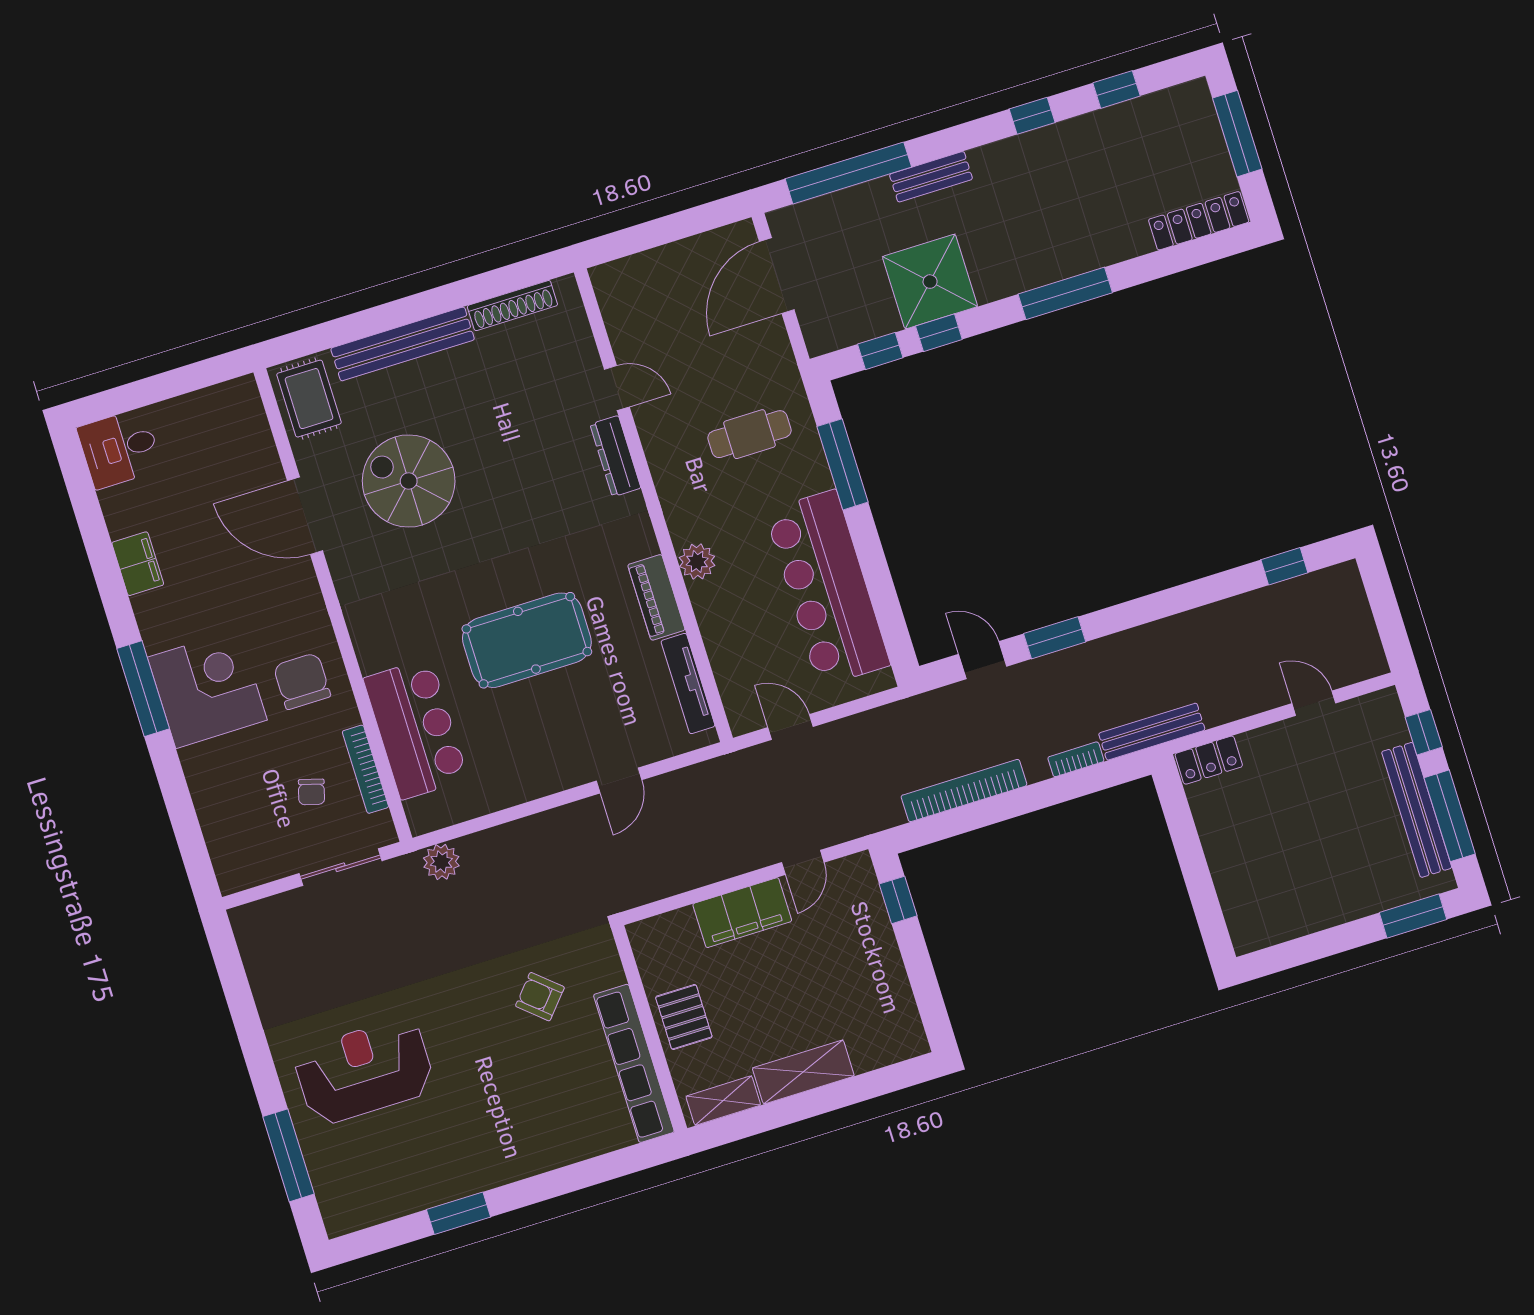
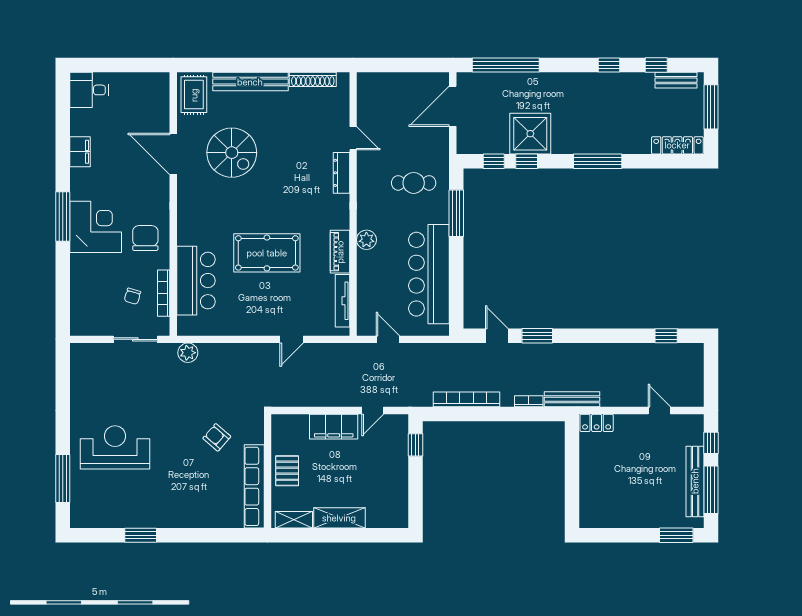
bench: (931, 177) -> (676, 80), moved
spiral stairs: (409, 481) -> (232, 153), turned 180

